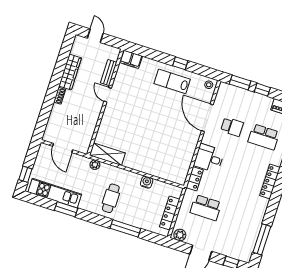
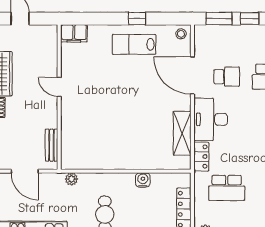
bench: (109, 73) -> (52, 145), moved
shelving: (107, 154) -> (182, 133), moved, turned 90
desk: (209, 158) -> (211, 119), width x1.37

